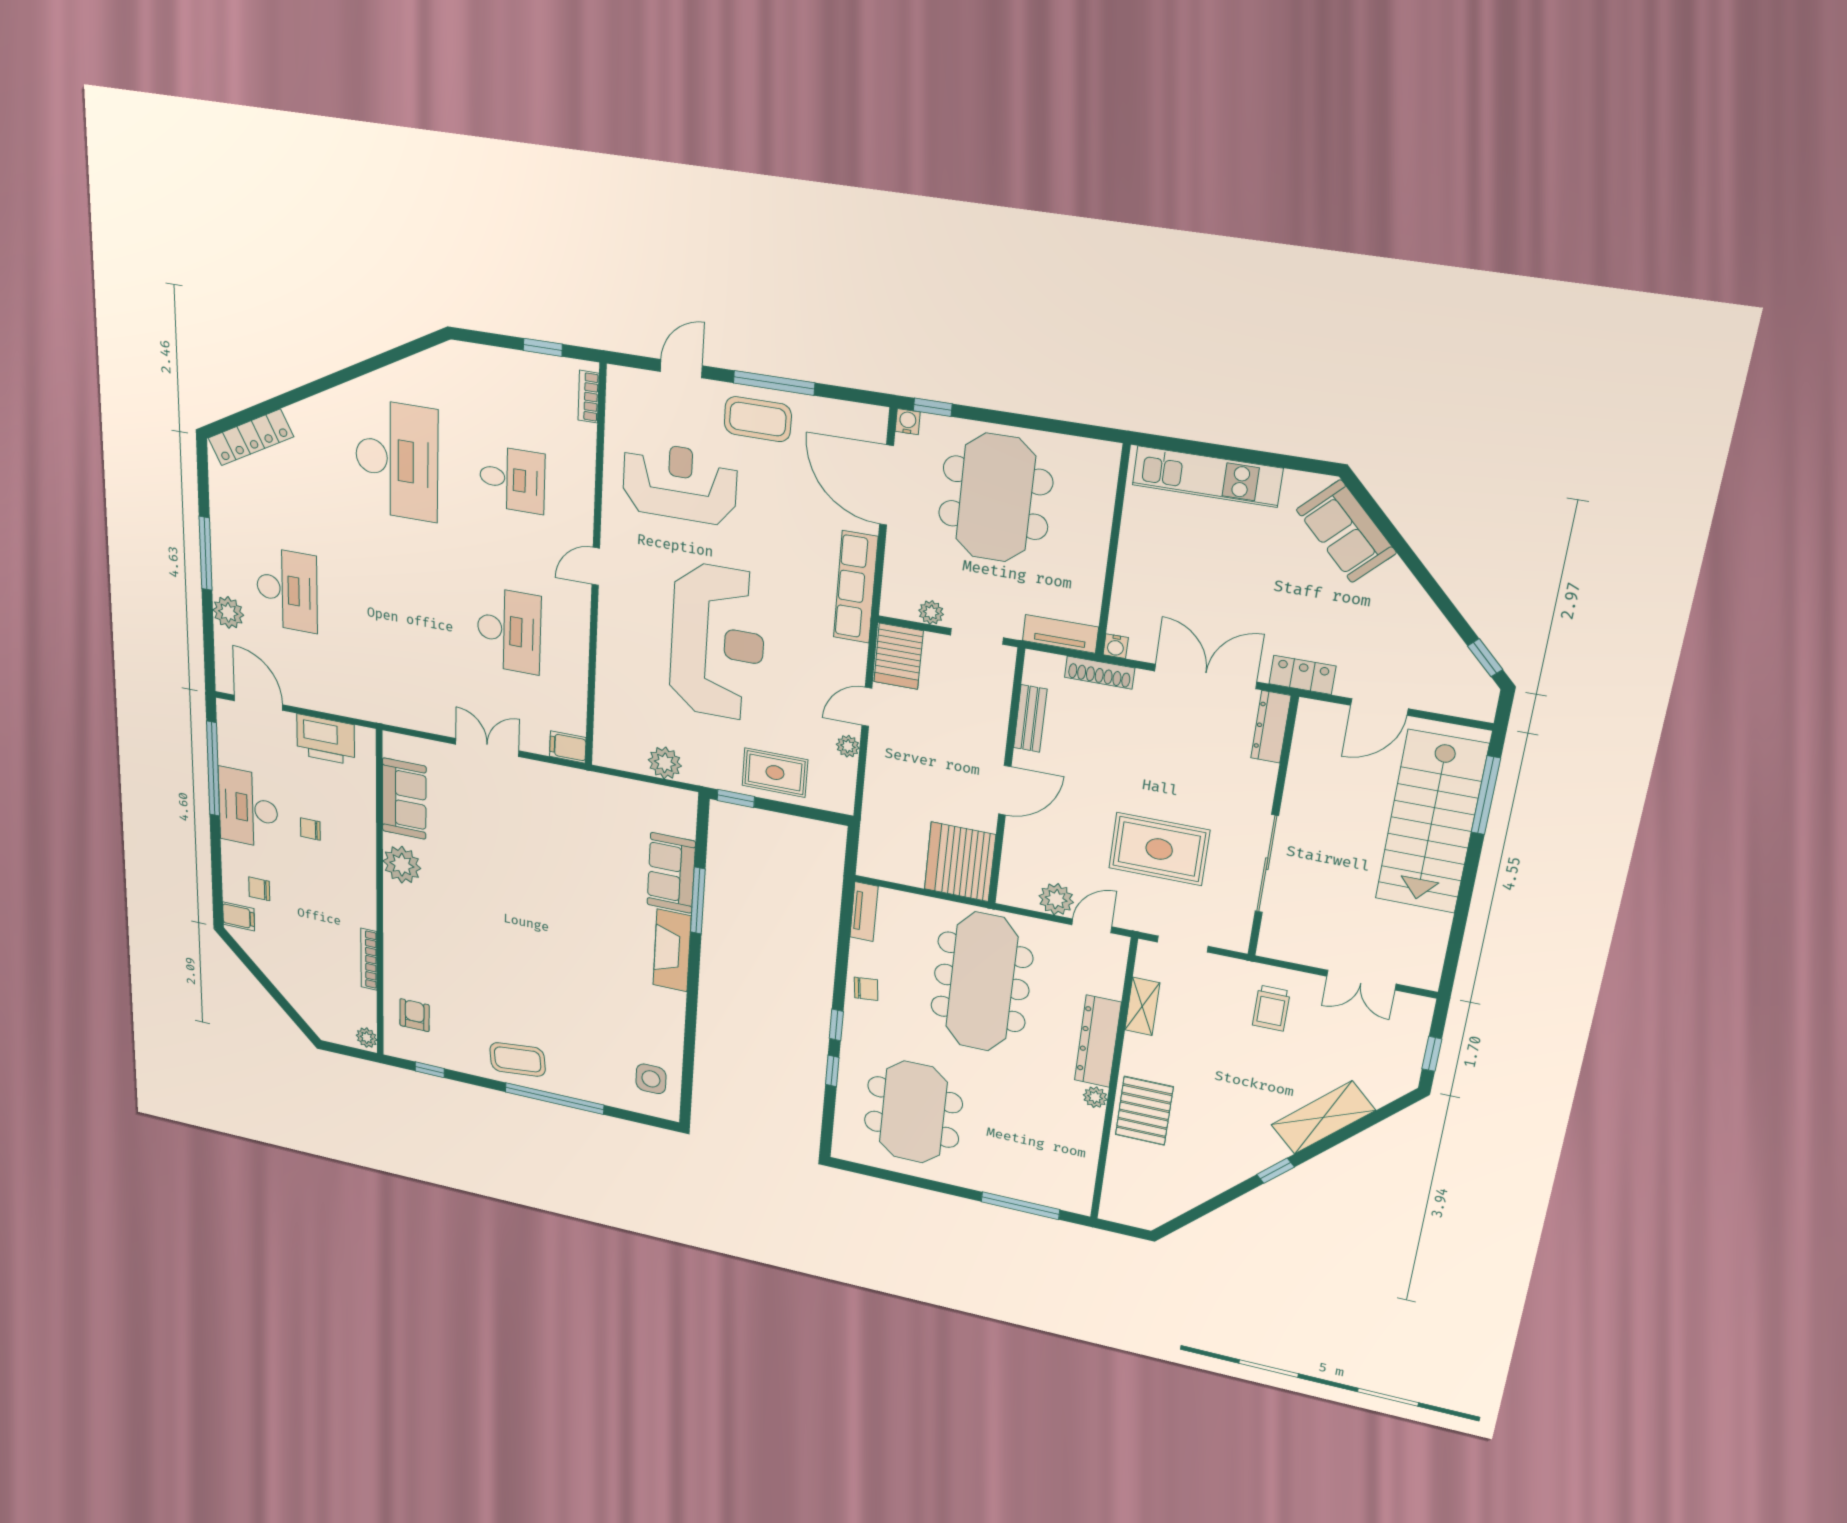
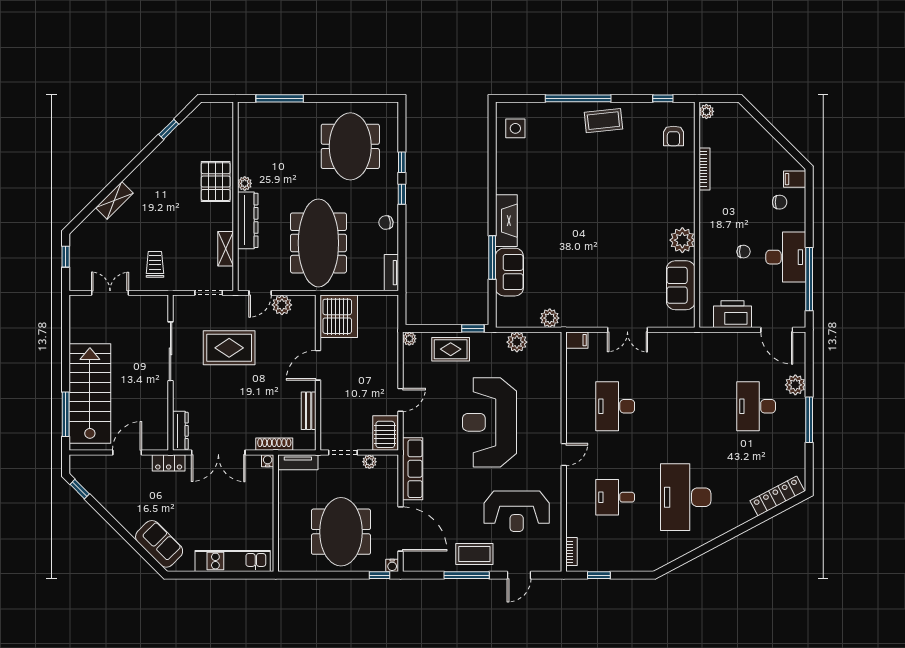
plant: (848, 746) -> (409, 339), moved
plant: (610, 790) -> (550, 318), added
shelving: (1323, 1118) -> (114, 200), width x0.67, depth x0.75
window: (1275, 1171) -> (169, 129), moved

